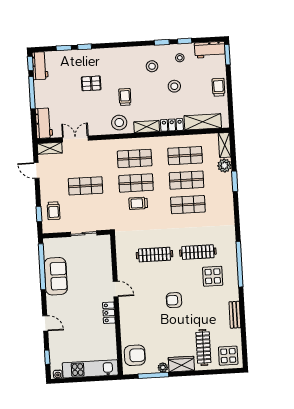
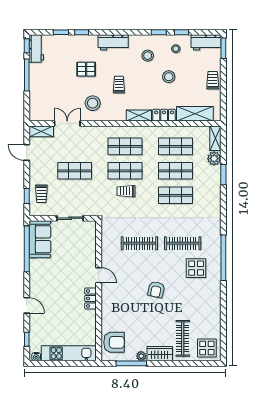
workbench: (44, 123) -> (113, 42), moved, turned 90
stool: (119, 123) -> (93, 103), moved
sofa: (56, 276) -> (40, 239), moved
armchair: (174, 300) -> (156, 290), turned -77
bench: (235, 315) -> (216, 308), removed

